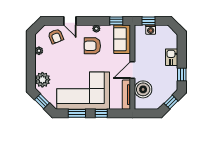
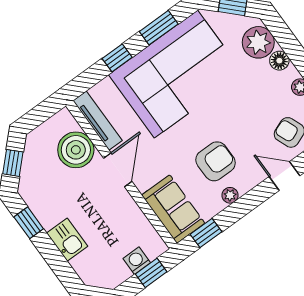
floor lamp: (39, 67) -> (279, 61), added

